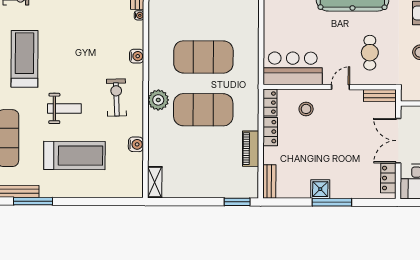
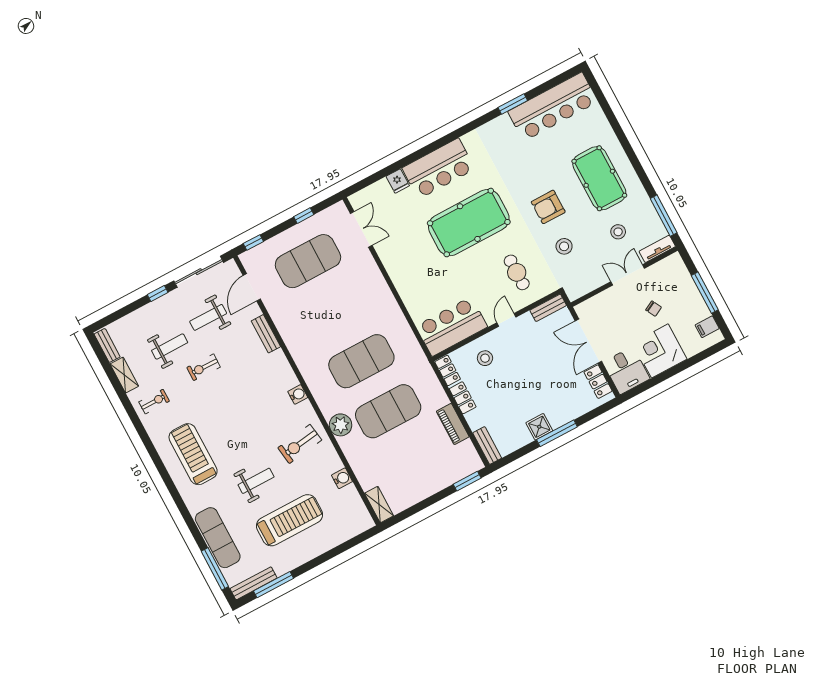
water cooler: (139, 15) -> (279, 355), removed
exercise bike: (116, 98) -> (300, 444), turned -96

